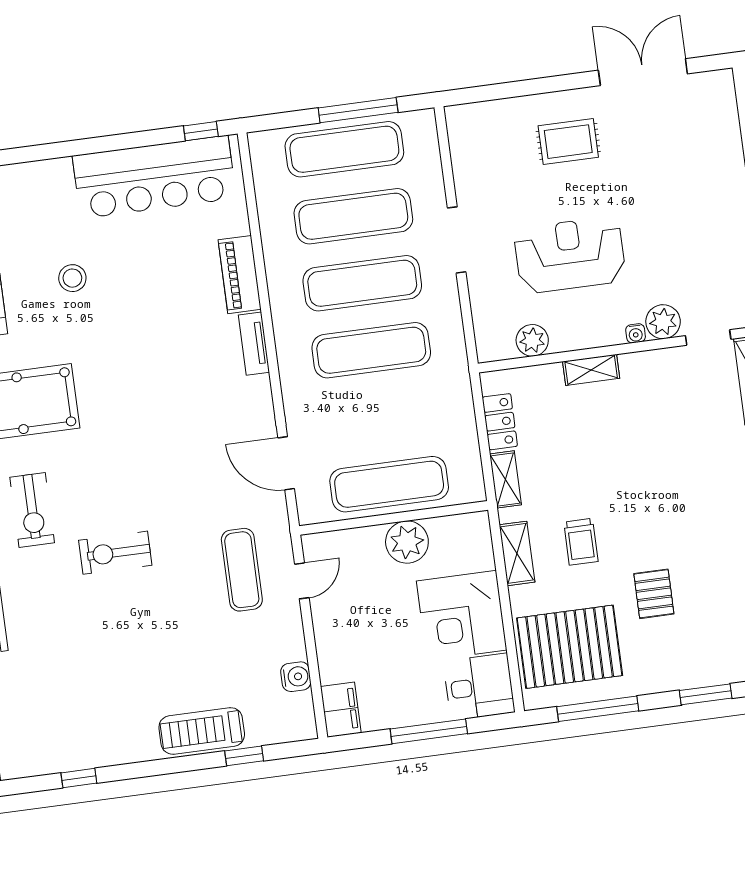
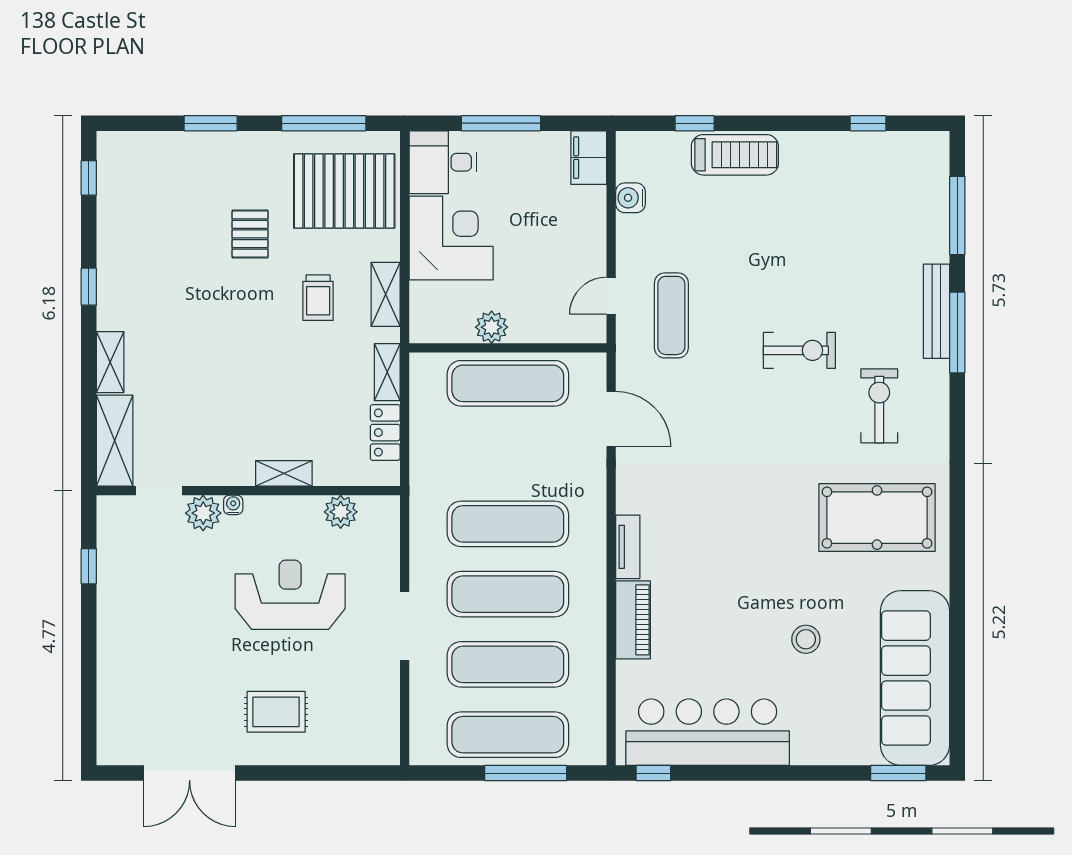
window: (358, 110) -> (526, 773), moved
reception desk: (570, 255) -> (290, 595), turned 180
plant: (407, 542) -> (492, 327), width x0.73, depth x0.73
trolley: (581, 542) -> (318, 298), turned 180

